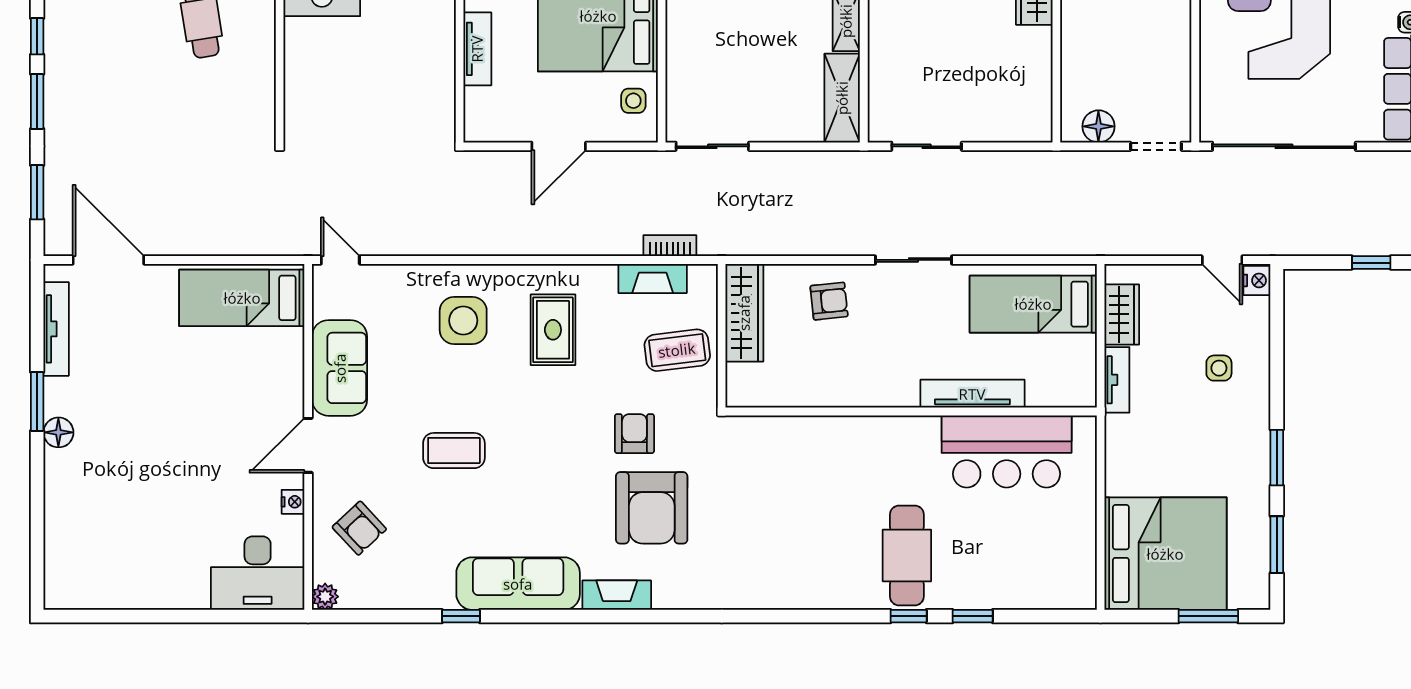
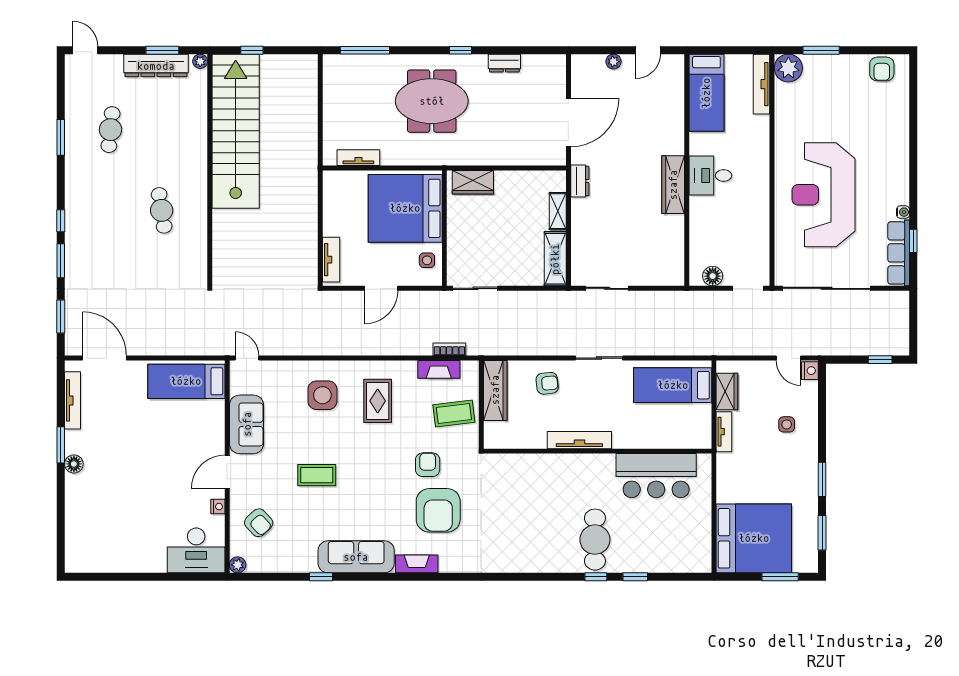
tv unit: (477, 49) -> (331, 260), moved
tv unit: (972, 394) -> (579, 440), moved

